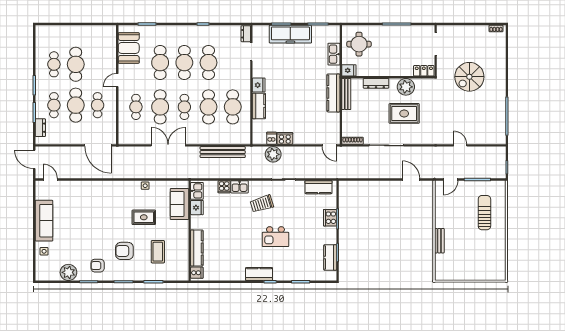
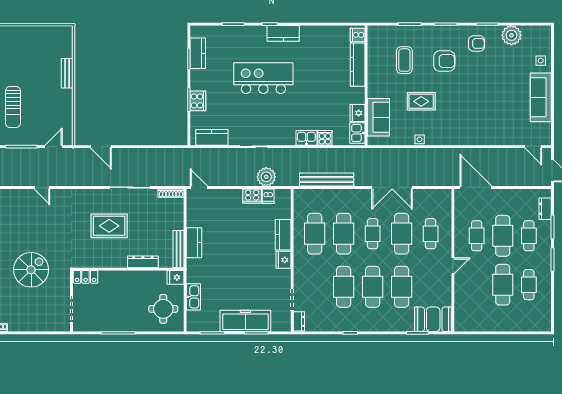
booth: (129, 48) -> (433, 319), moved, turned 90
plant: (406, 87) -> (107, 258), removed
kitchen counter: (333, 93) -> (194, 243), width x0.67
trolley: (262, 204) -> (280, 118), removed
kitchen island: (275, 237) -> (263, 78), width x1.87, depth x1.28

